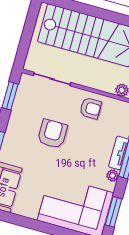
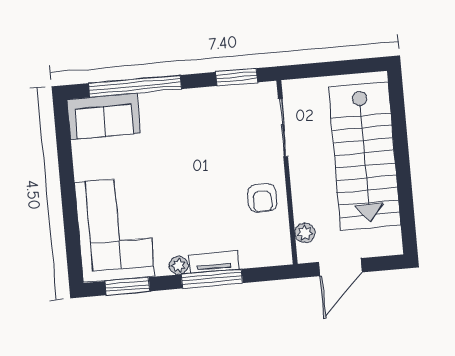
armchair: (52, 134) -> (205, 158), removed

